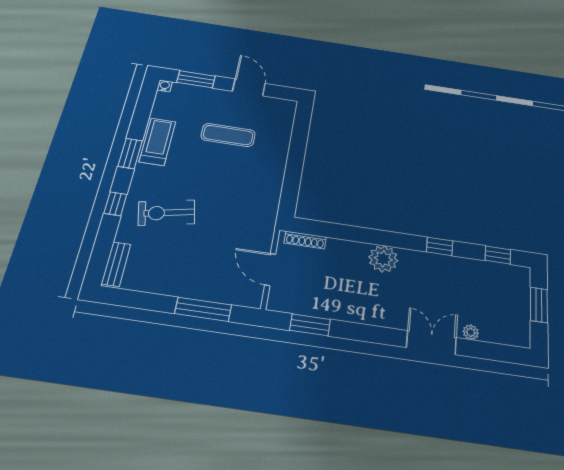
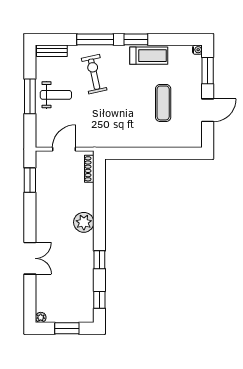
window: (115, 204) -> (95, 39), width x2.17
weight bench: (185, 269) -> (56, 95), added
window: (203, 309) -> (30, 96), moved
plant: (471, 332) -> (41, 317), moved

